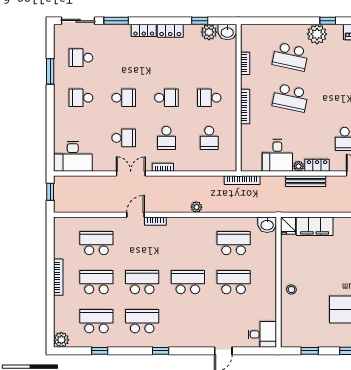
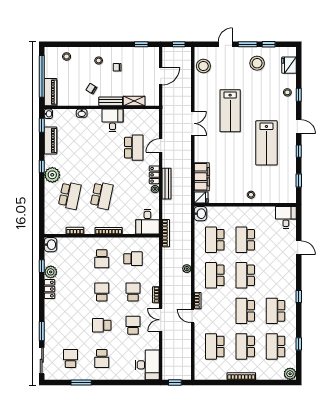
locker: (144, 30) -> (49, 310), removed
plant: (209, 32) -> (51, 272), moved
school desk: (81, 58) -> (71, 359), turned 180
school desk: (124, 98) -> (102, 325), turned -90
school desk: (166, 138) -> (133, 292), turned -90
desk: (277, 155) -> (147, 222), moved, turned 90
school desk: (188, 243) -> (215, 275), added

